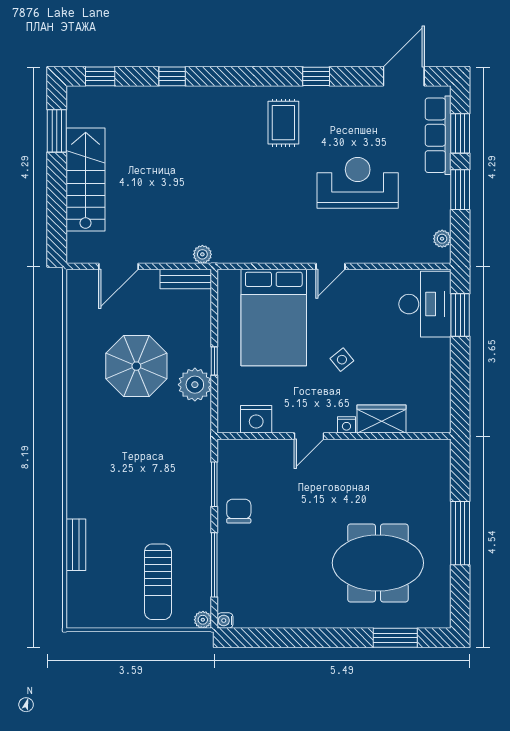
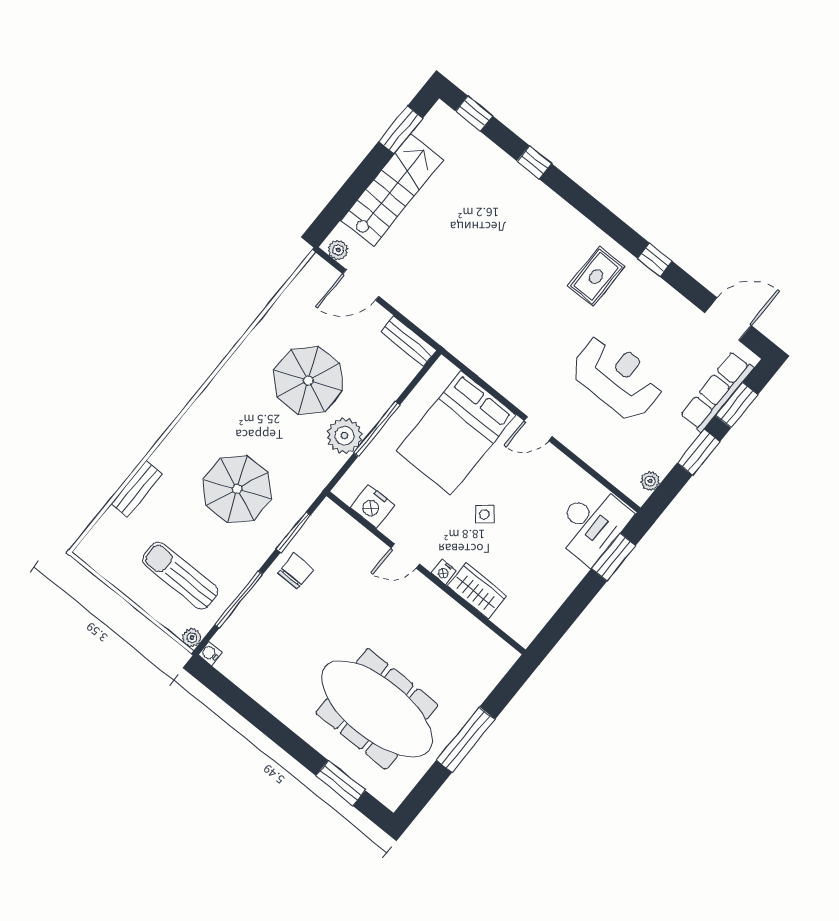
plant: (202, 254) -> (338, 250), moved
window: (214, 361) -> (377, 429), width x2.17
parasol: (148, 486) -> (237, 489), added
meeting table: (378, 563) -> (377, 709), width x1.36
sun lounger: (158, 582) -> (180, 576), turned 90

